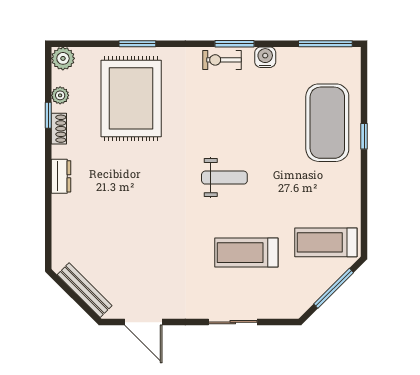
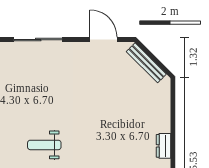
treadmill: (246, 253) -> (28, 90), removed
sliding door: (233, 322) -> (38, 40), width x1.37

